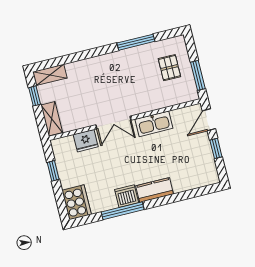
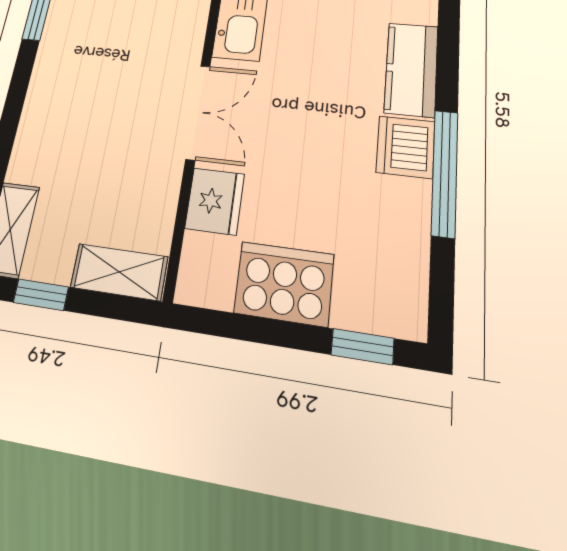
window: (53, 171) -> (362, 347), moved
cooker: (77, 202) -> (284, 284), moved

